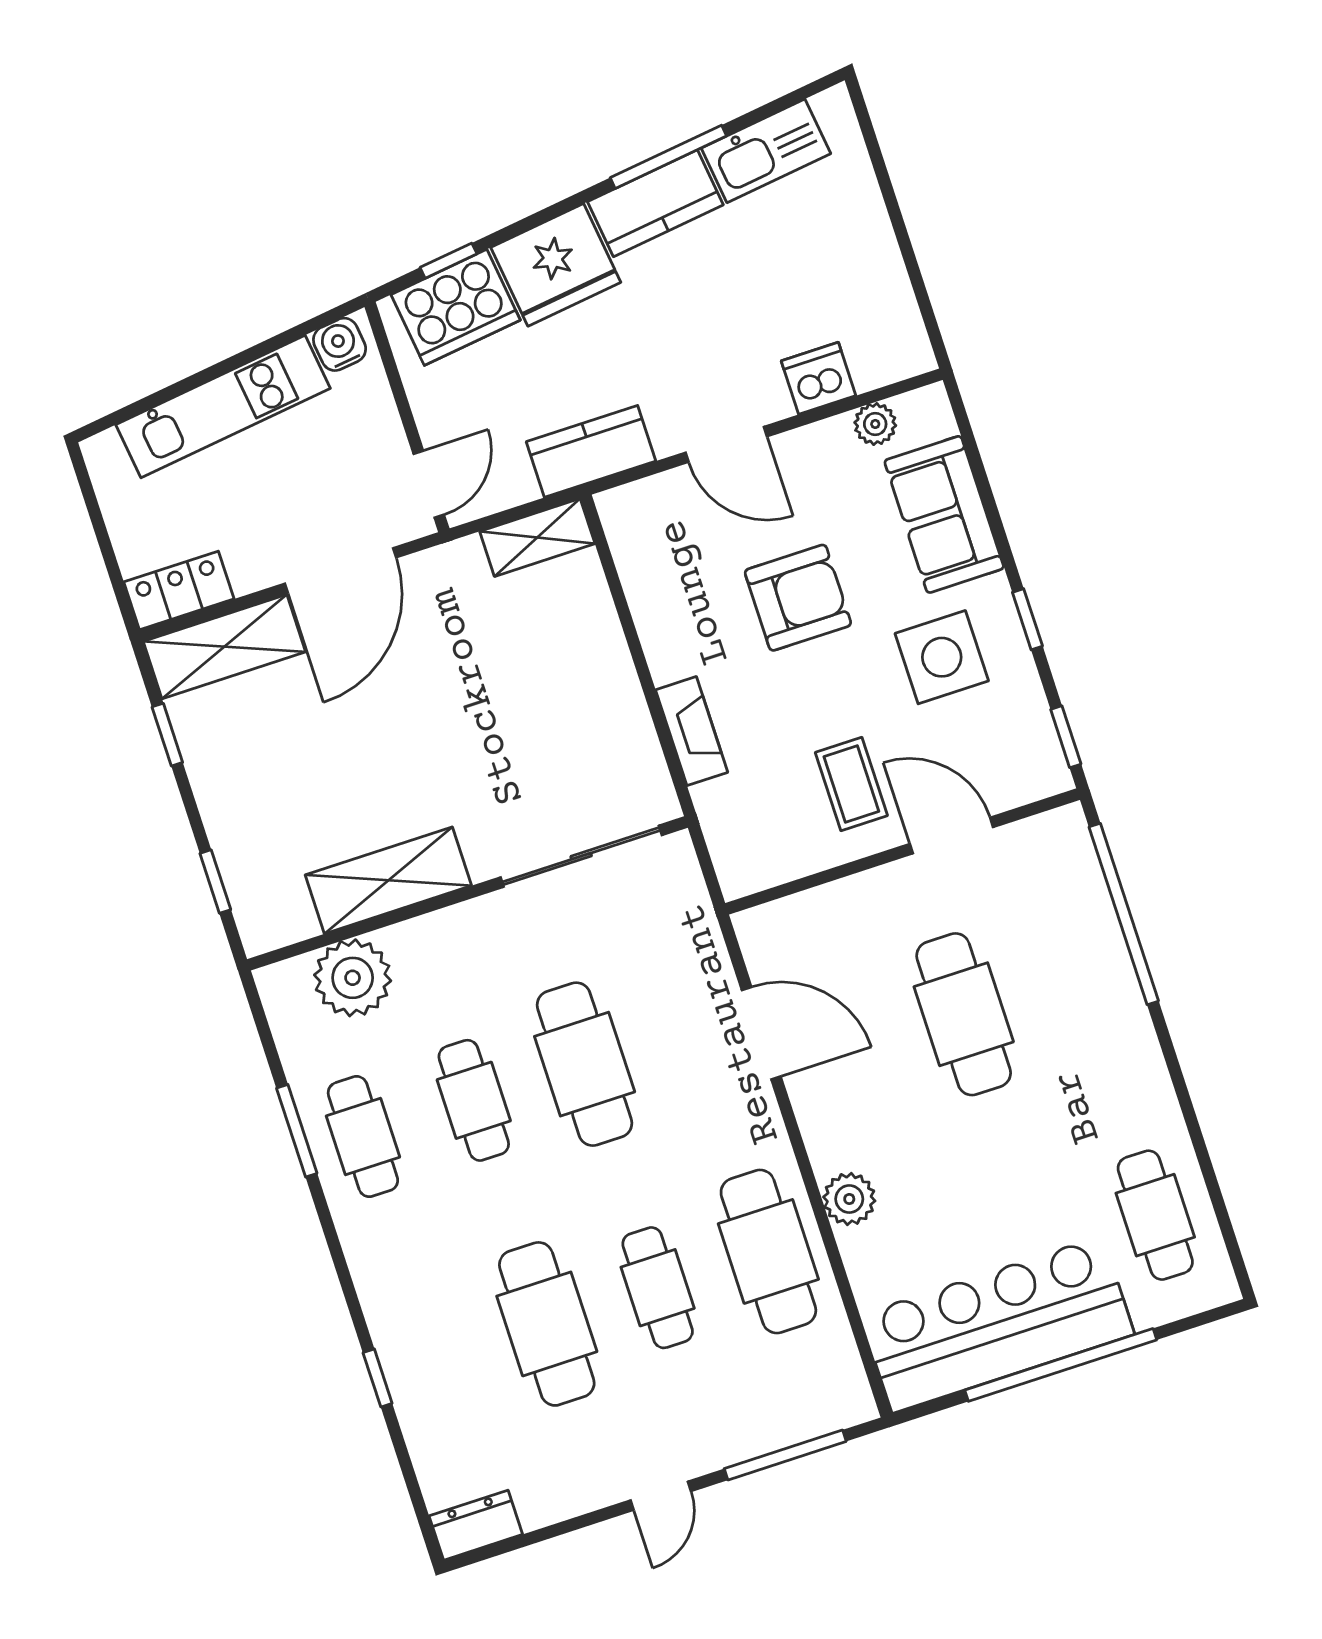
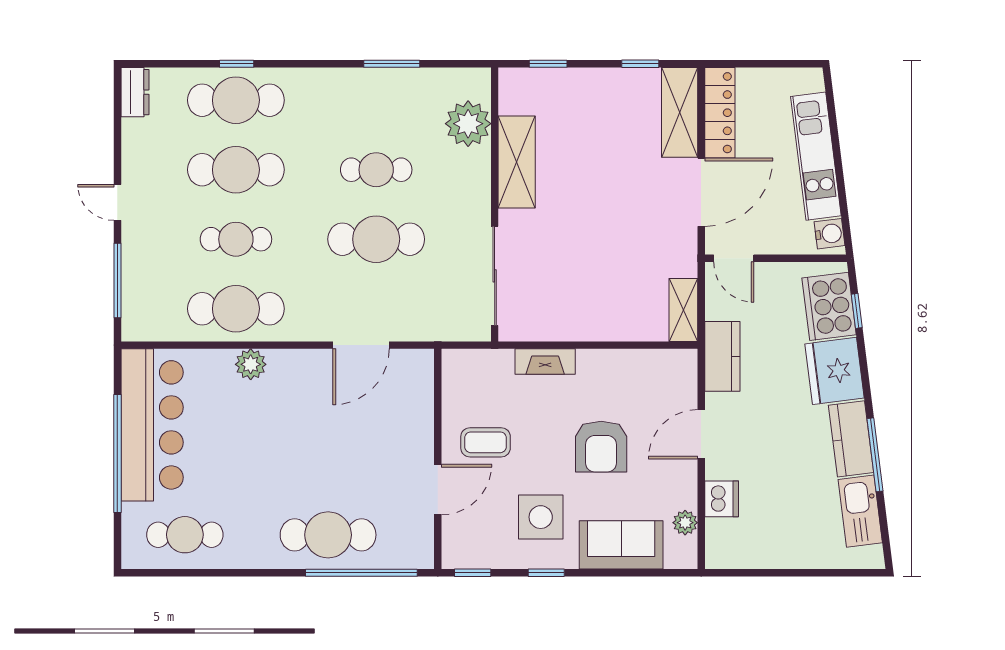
door: (340, 570) -> (701, 192), swing flipped
locker: (179, 590) -> (720, 113), width x1.53
cafe table: (964, 1014) -> (328, 535), moved
cafe table: (363, 1137) -> (236, 100), moved, width x1.37, depth x1.35

